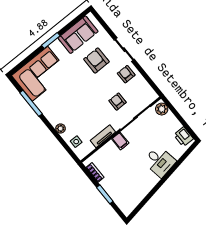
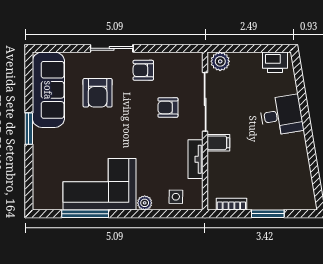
sofa: (78, 35) -> (48, 90), width x1.36
armchair: (96, 60) -> (98, 93), turned -90
corner sofa: (40, 74) -> (100, 184), moved, turned -90

